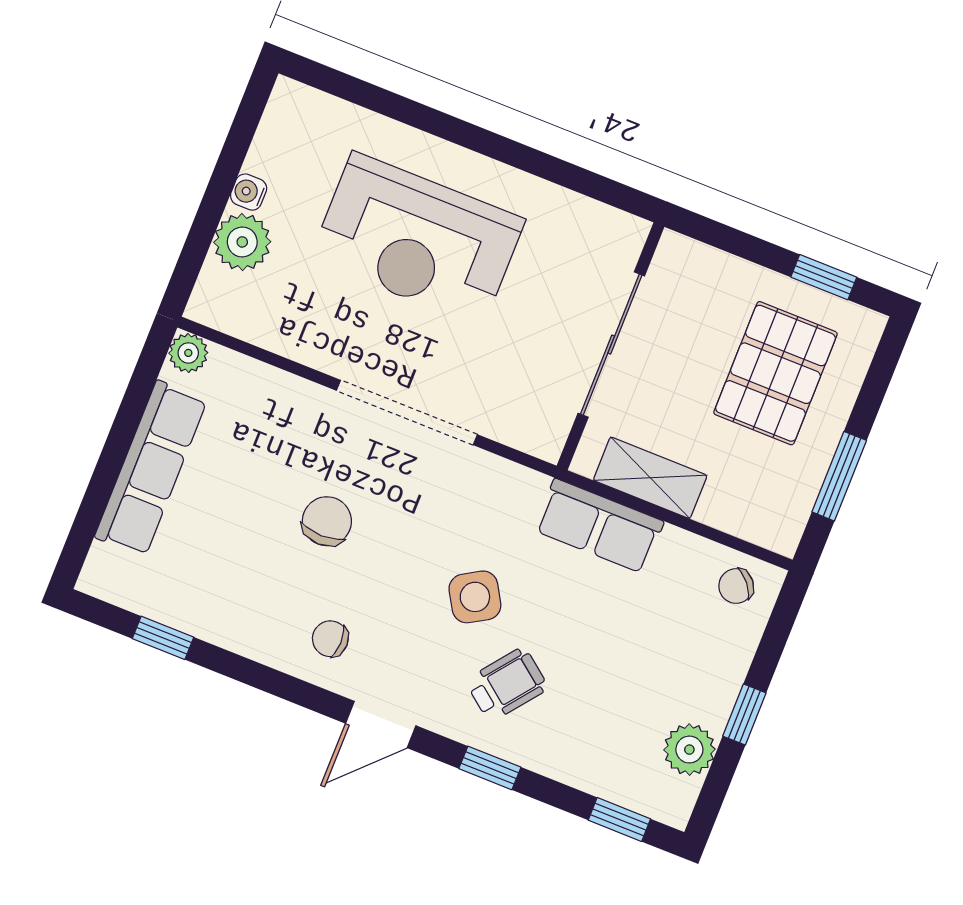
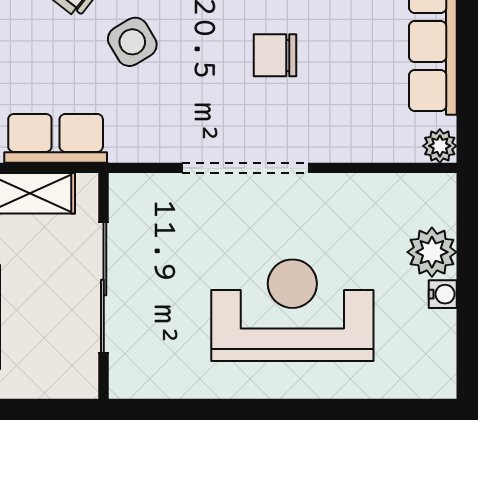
chair: (327, 521) -> (275, 55), turned 90

